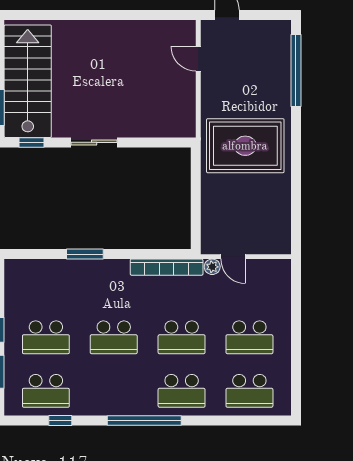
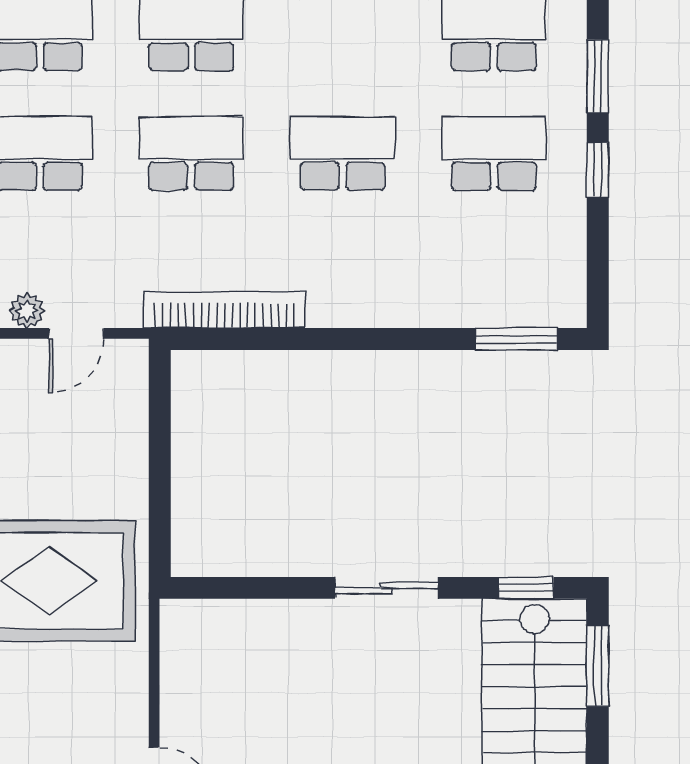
window: (85, 254) -> (516, 339), moved
door: (233, 257) -> (76, 333), swing flipped
plant: (212, 267) -> (27, 311), moved

